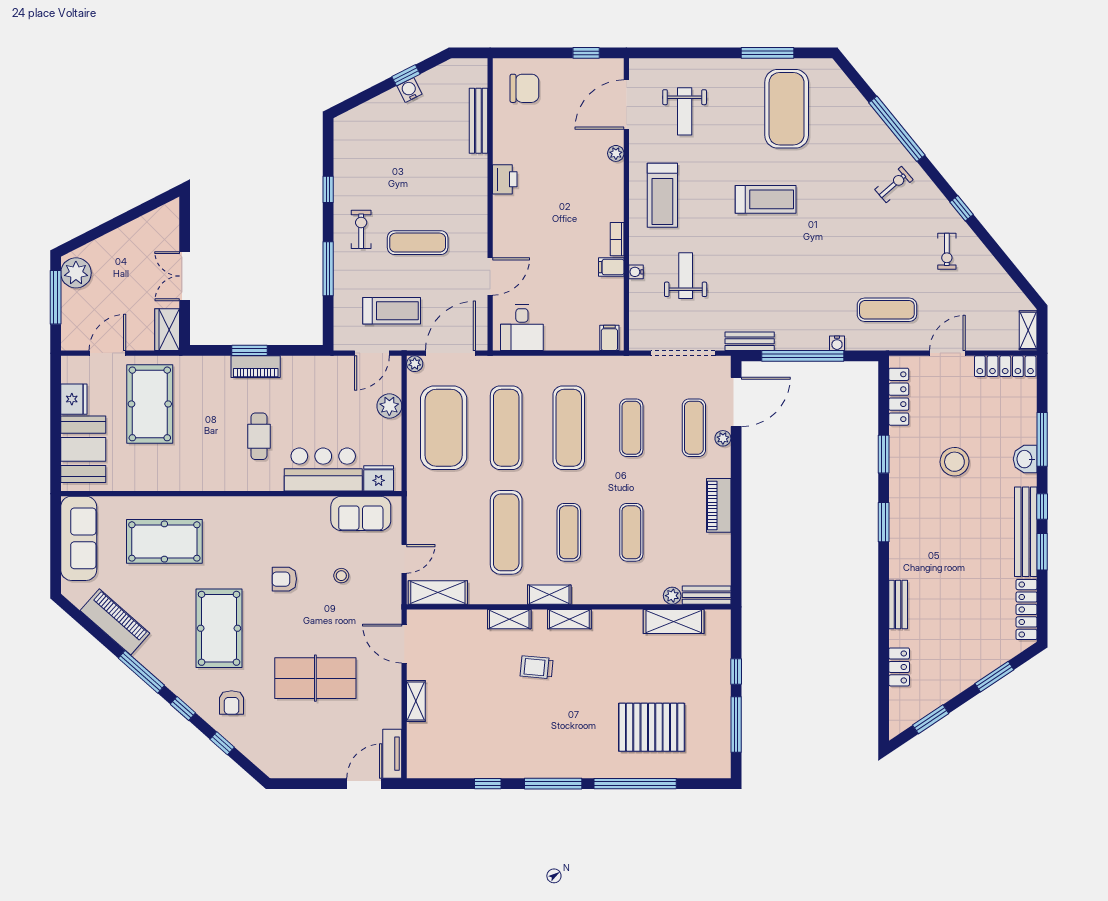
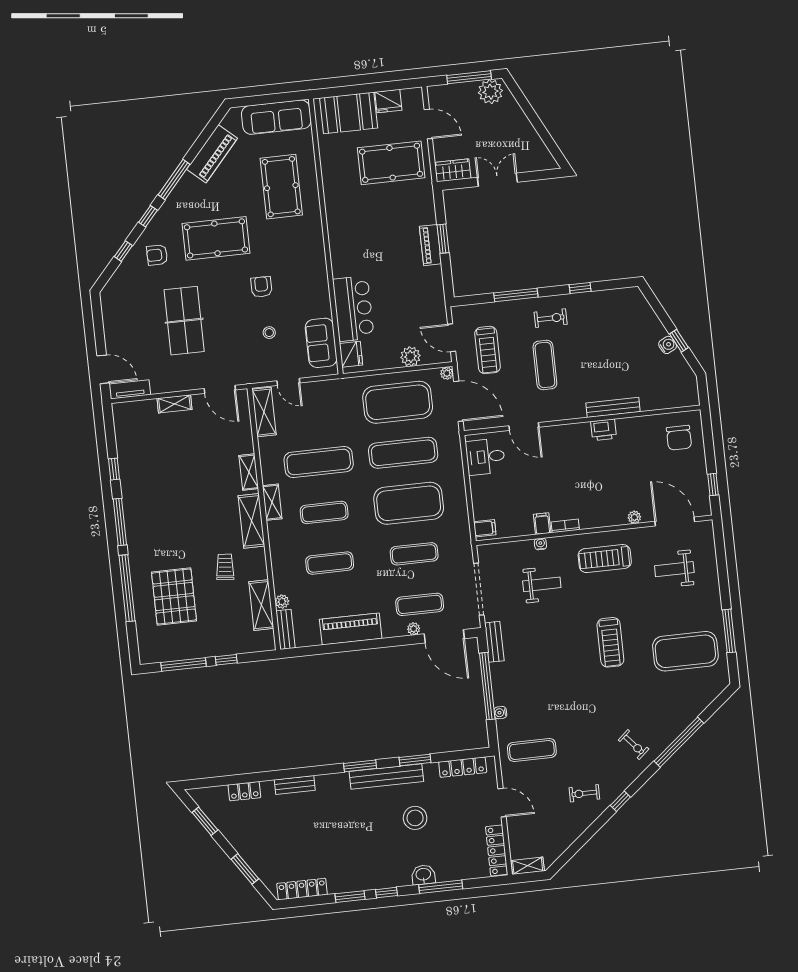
bench: (478, 121) -> (613, 407), moved
exercise mat: (887, 310) -> (532, 750), turned 90
exercise mat: (569, 428) -> (409, 503), width x1.47
cafe table: (259, 436) -> (375, 254), removed
piano: (719, 505) -> (351, 629), width x1.37, depth x1.33
bench: (1026, 532) -> (386, 776), moved
shelving: (569, 619) -> (251, 521), width x1.50, depth x1.33
door: (404, 644) -> (220, 389), swing flipped
trolley: (537, 667) -> (225, 567), moved

